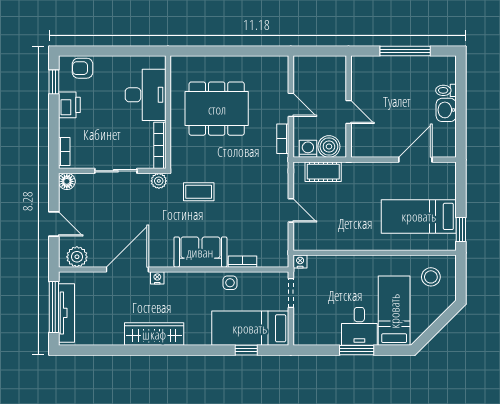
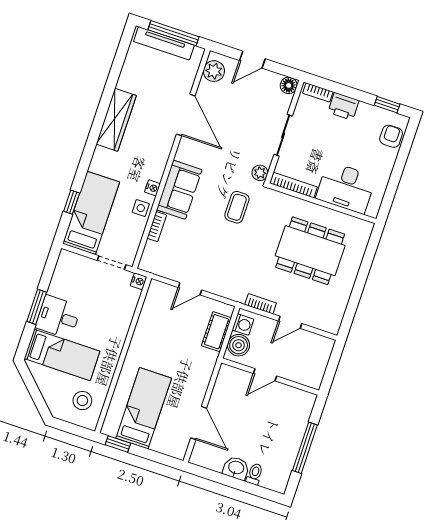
printer: (69, 105) -> (343, 106), moved
dining table: (217, 109) -> (310, 251), turned 90
nightstand: (157, 278) -> (152, 188), moved

